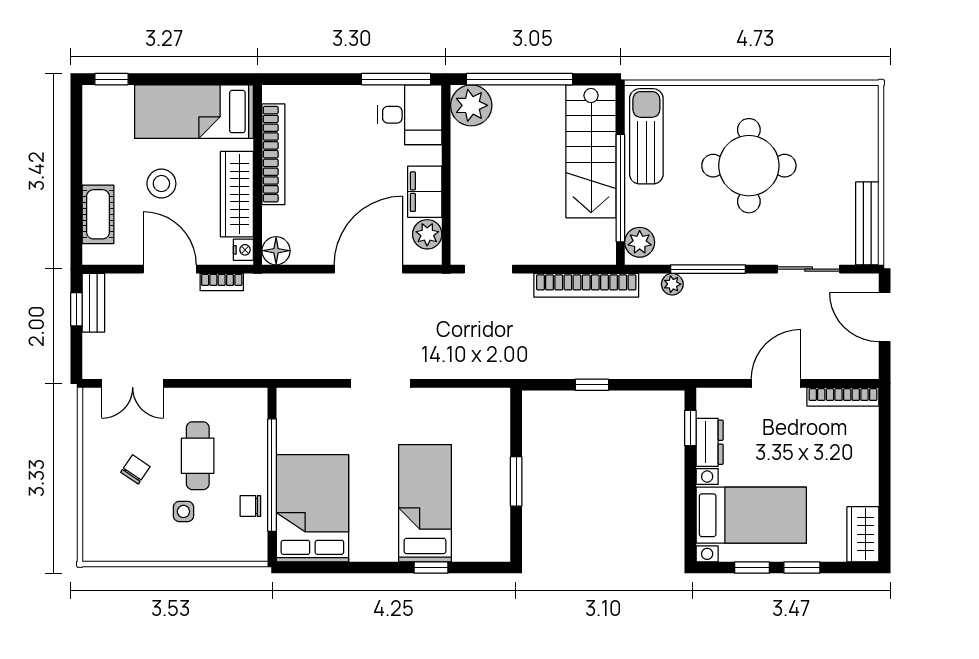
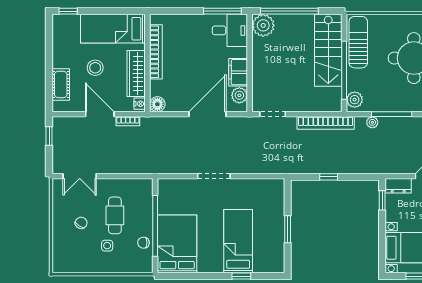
bench: (93, 303) -> (58, 132), removed
dresser: (710, 442) -> (398, 186), moved, turned 90

